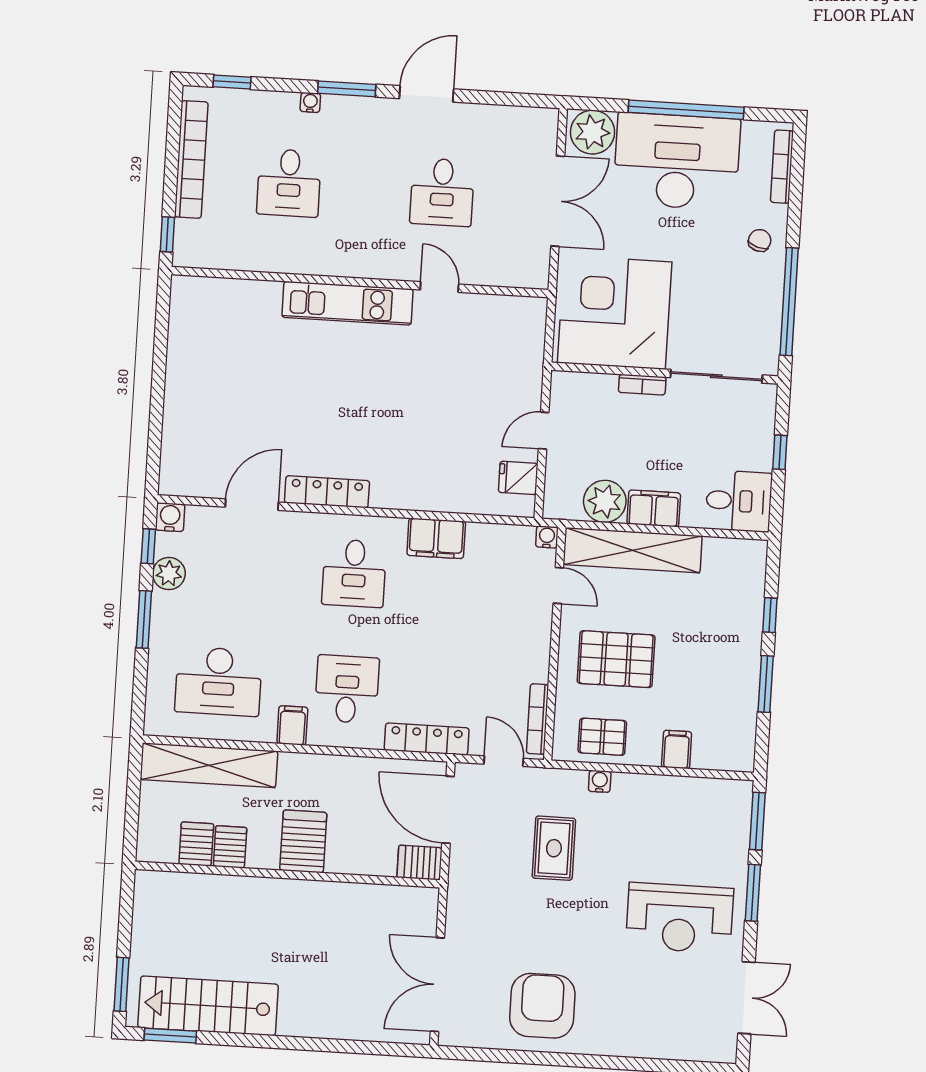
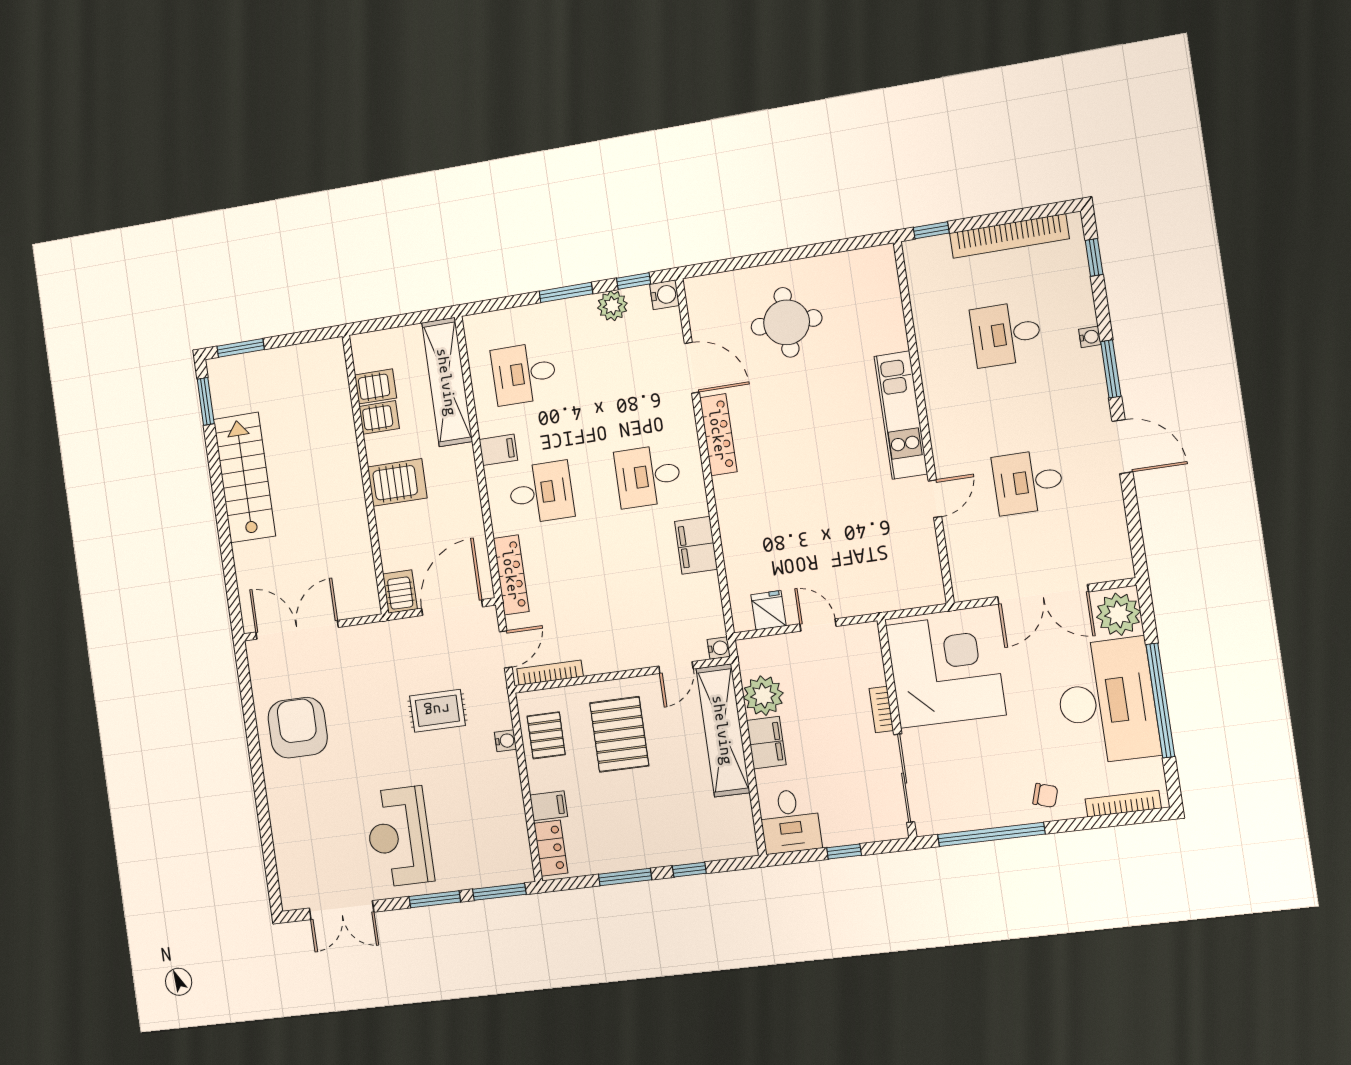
round table: (227, 398) -> (787, 322), added
desk: (218, 681) -> (524, 374), width x0.73
locker: (721, 756) -> (551, 848), added
stairs: (208, 1006) -> (244, 478), moved
armchair: (542, 1006) -> (298, 728), turned -90

